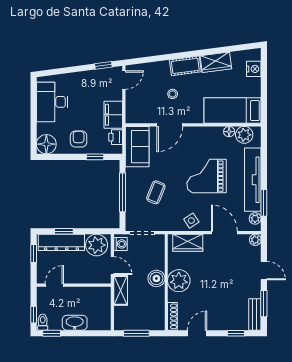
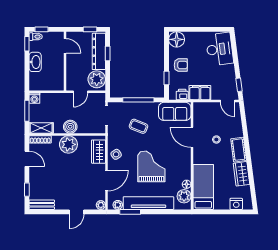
desk: (52, 102) -> (220, 49), moved, turned 83
washing machine: (120, 244) -> (34, 98), moved
shelving: (121, 290) -> (41, 128), moved
window: (264, 304) -> (50, 212), removed

